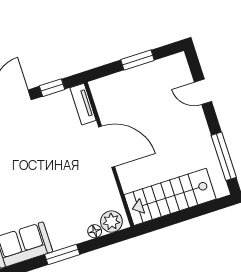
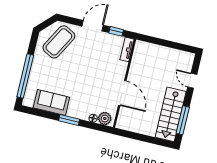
window: (137, 60) -> (169, 44), removed
door: (107, 147) -> (122, 93), moved
stairs: (170, 197) -> (171, 114), moved, turned -90

